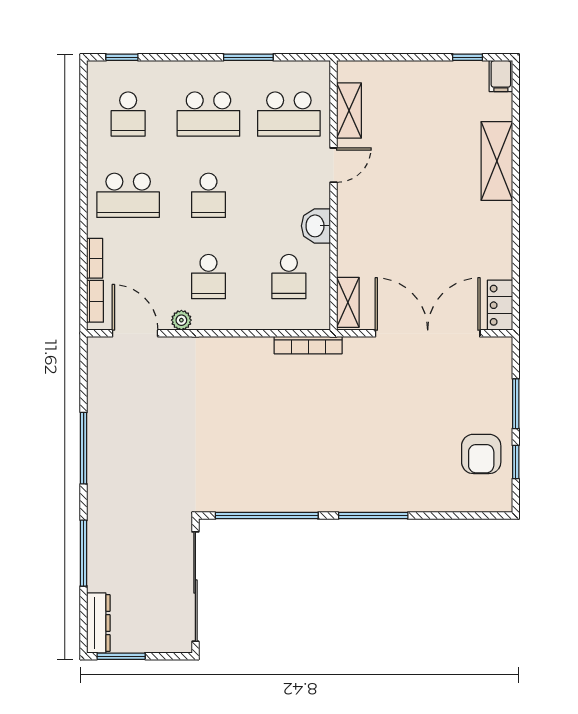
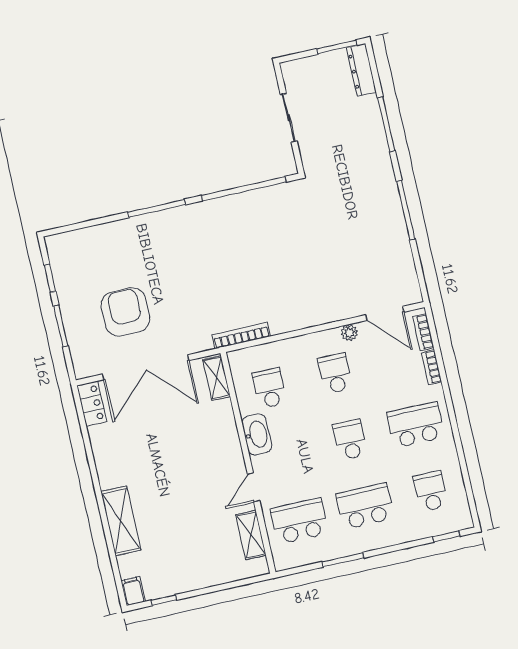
washbasin: (316, 226) -> (257, 434), width x1.38
armchair: (481, 454) -> (125, 312), moved, width x1.36, depth x1.36
sliding door: (195, 587) -> (289, 118), width x0.54

